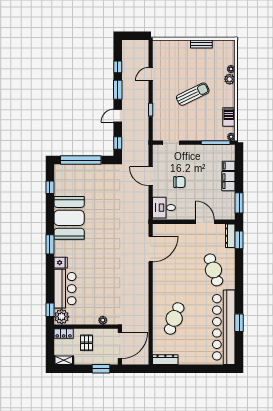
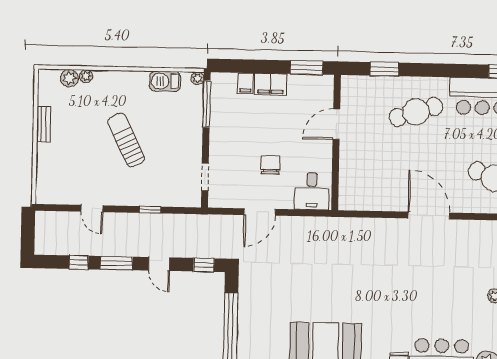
plant: (230, 79) -> (69, 78), moved
dresser: (230, 236) -> (360, 83), removed
window: (239, 240) -> (384, 69), moved
door: (151, 249) -> (429, 216), moved

